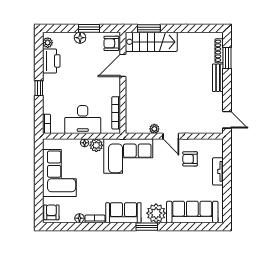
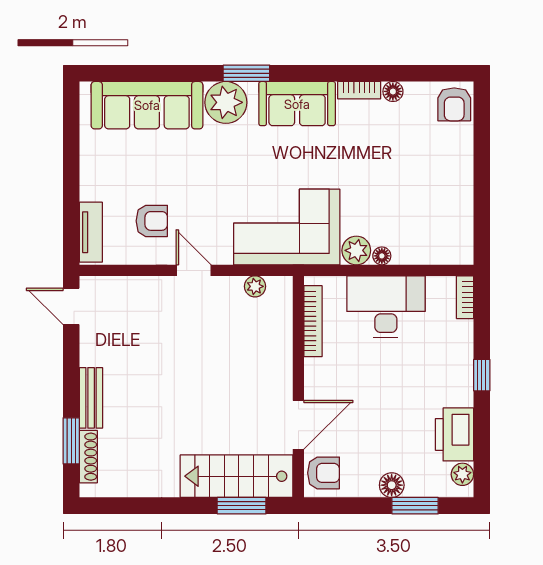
window: (89, 28) -> (415, 506), moved
plant: (154, 129) -> (255, 286), moved
tv unit: (218, 171) -> (91, 232), moved
corner sofa: (59, 173) -> (437, 190), removed

